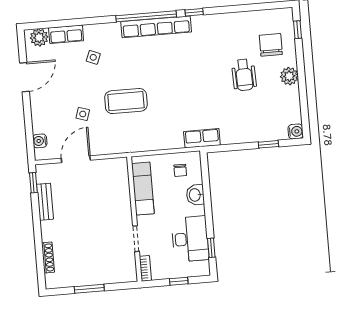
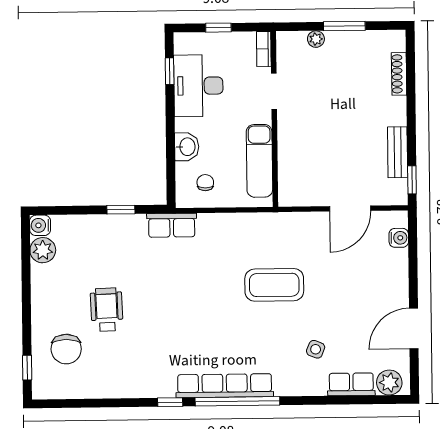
plant: (289, 76) -> (43, 250), moved
side table: (83, 114) -> (336, 271), removed
window: (268, 144) -> (121, 210), moved
plant: (109, 278) -> (316, 39), added

